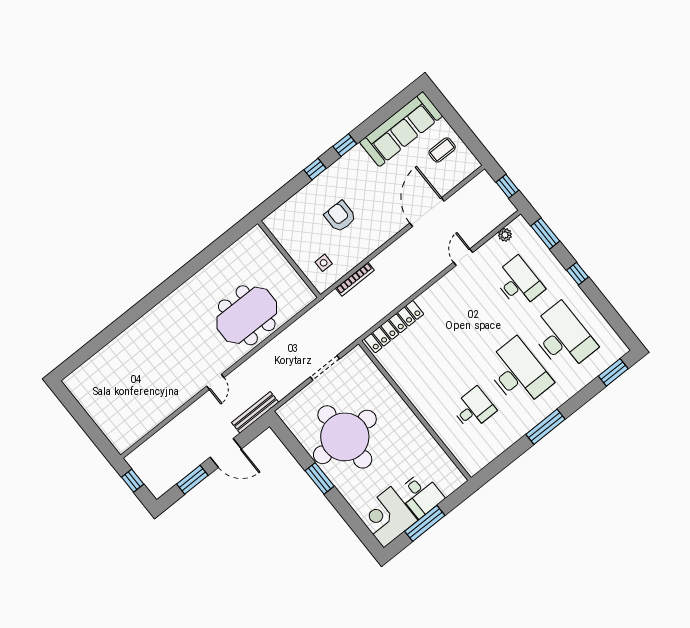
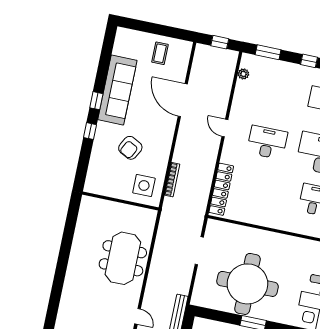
sofa: (401, 129) -> (117, 90), moved
armchair: (340, 216) -> (130, 148), turned -62
door: (463, 257) -> (225, 128), moved
side table: (324, 263) -> (144, 186), width x1.87, depth x1.87
desk: (518, 283) -> (267, 142), moved

